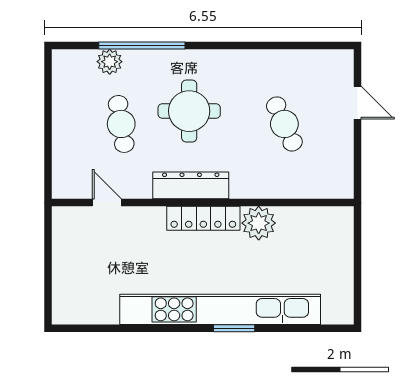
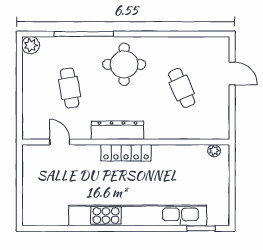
plant: (110, 62) -> (31, 45), moved
round table: (189, 111) -> (124, 64), moved
plant: (259, 223) -> (214, 151), moved, width x0.53, depth x0.53
window: (234, 328) -> (201, 228), moved

